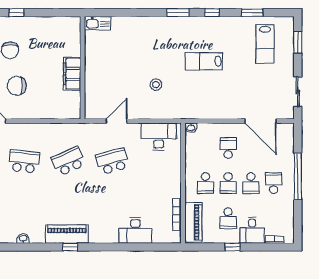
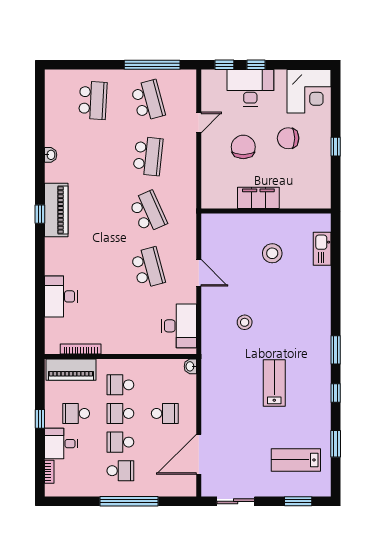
stool: (101, 63) -> (272, 253), added
wall: (83, 68) -> (266, 211), moved
filing cabinet: (72, 74) -> (258, 198), moved

